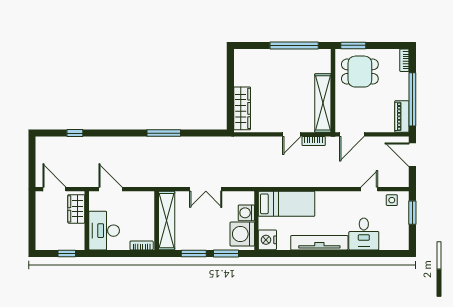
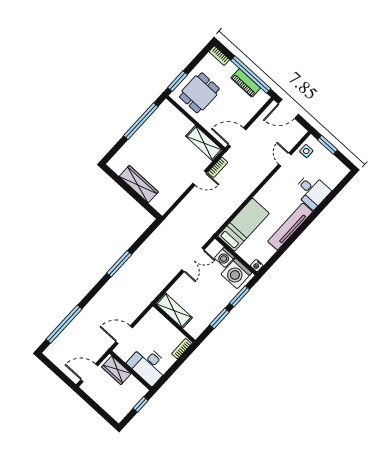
shelving: (323, 103) -> (204, 143), width x0.68
wardrobe: (242, 108) -> (139, 184), moved
piano: (402, 116) -> (246, 83), moved
window: (75, 133) -> (64, 324), width x3.17
door: (292, 134) -> (200, 178), hinge flipped
door: (352, 134) -> (237, 137), swing flipped
double door: (206, 189) -> (193, 260), moved
shelving: (167, 221) -> (174, 311), width x0.68
nightstand: (267, 240) -> (257, 266), width x0.53, depth x0.56

